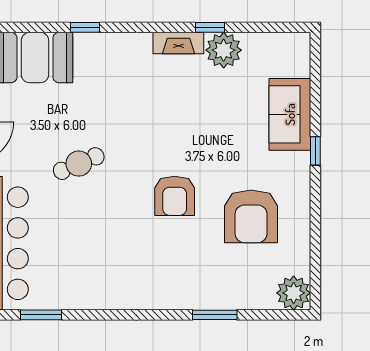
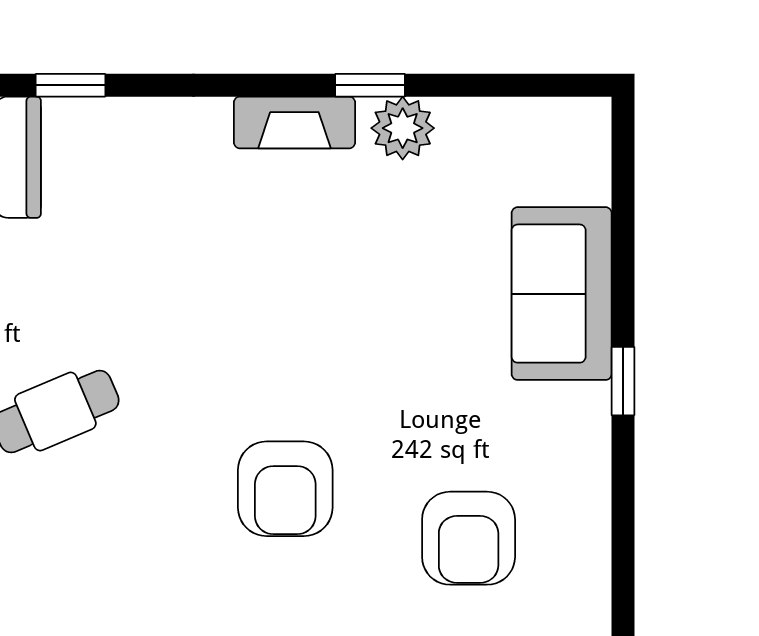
plant: (224, 50) -> (403, 128), width x0.73, depth x0.73
armchair: (251, 216) -> (469, 538), width x0.73, depth x0.73

